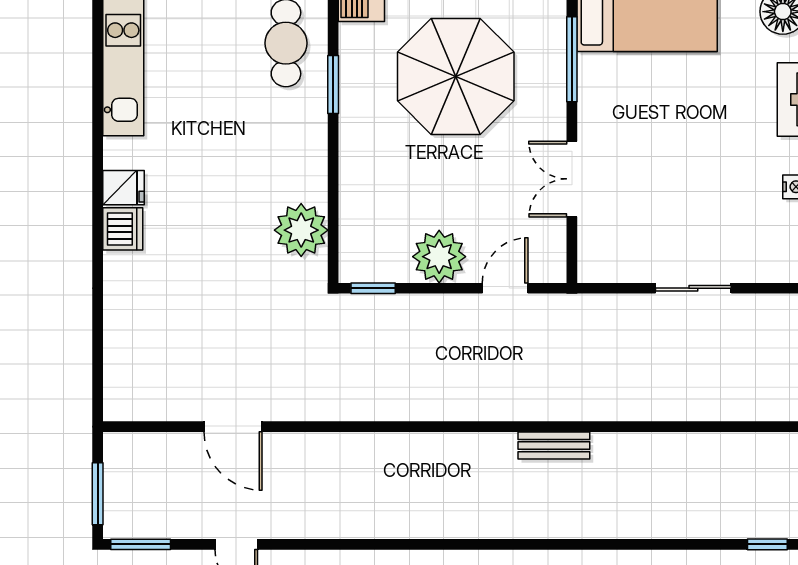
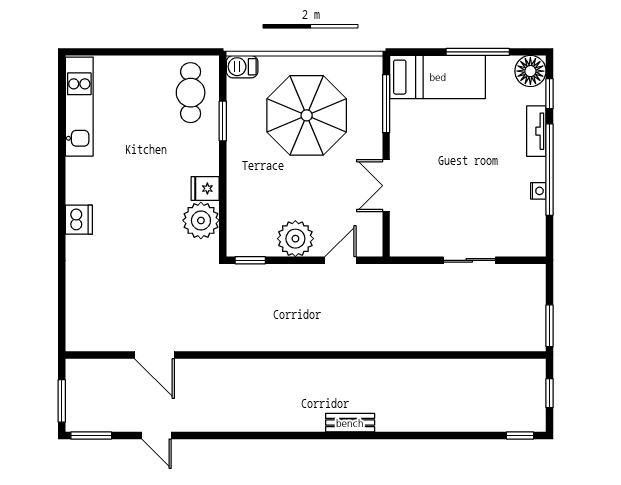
fridge: (123, 188) -> (205, 189), moved, turned 180
bench: (554, 446) -> (350, 423), moved

